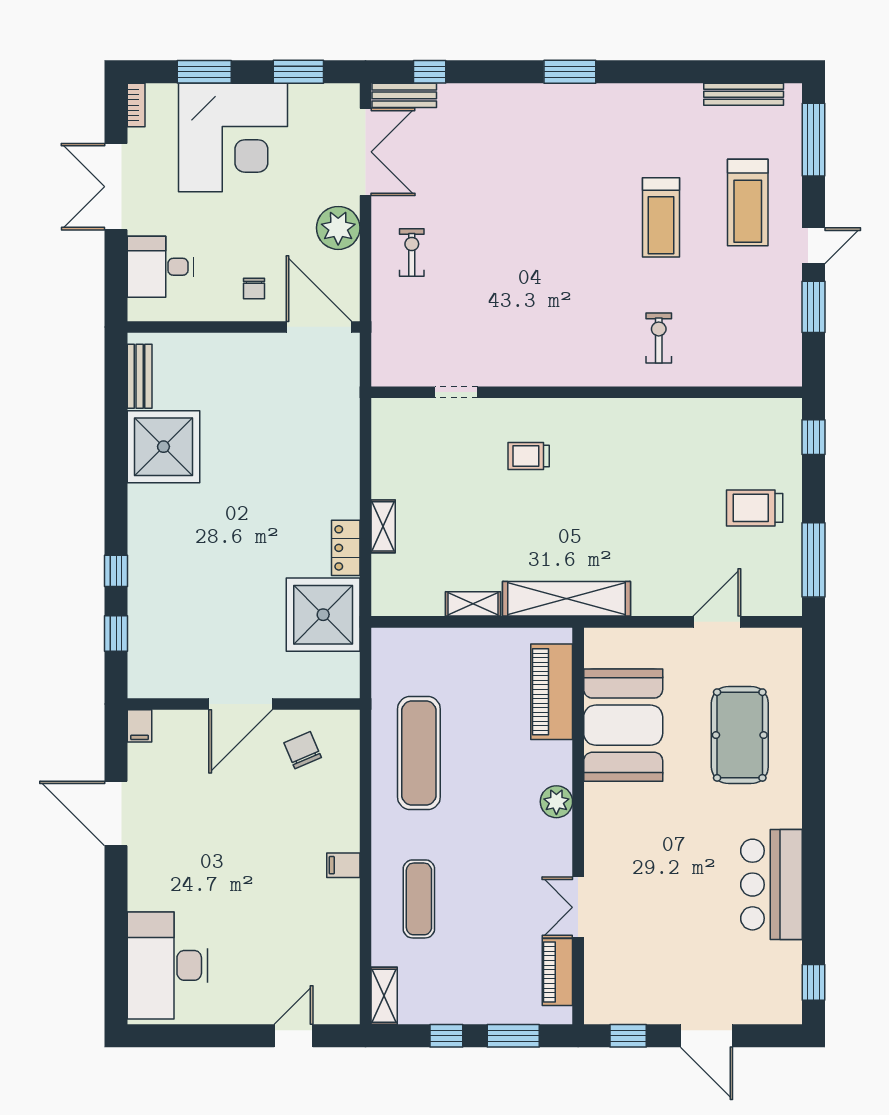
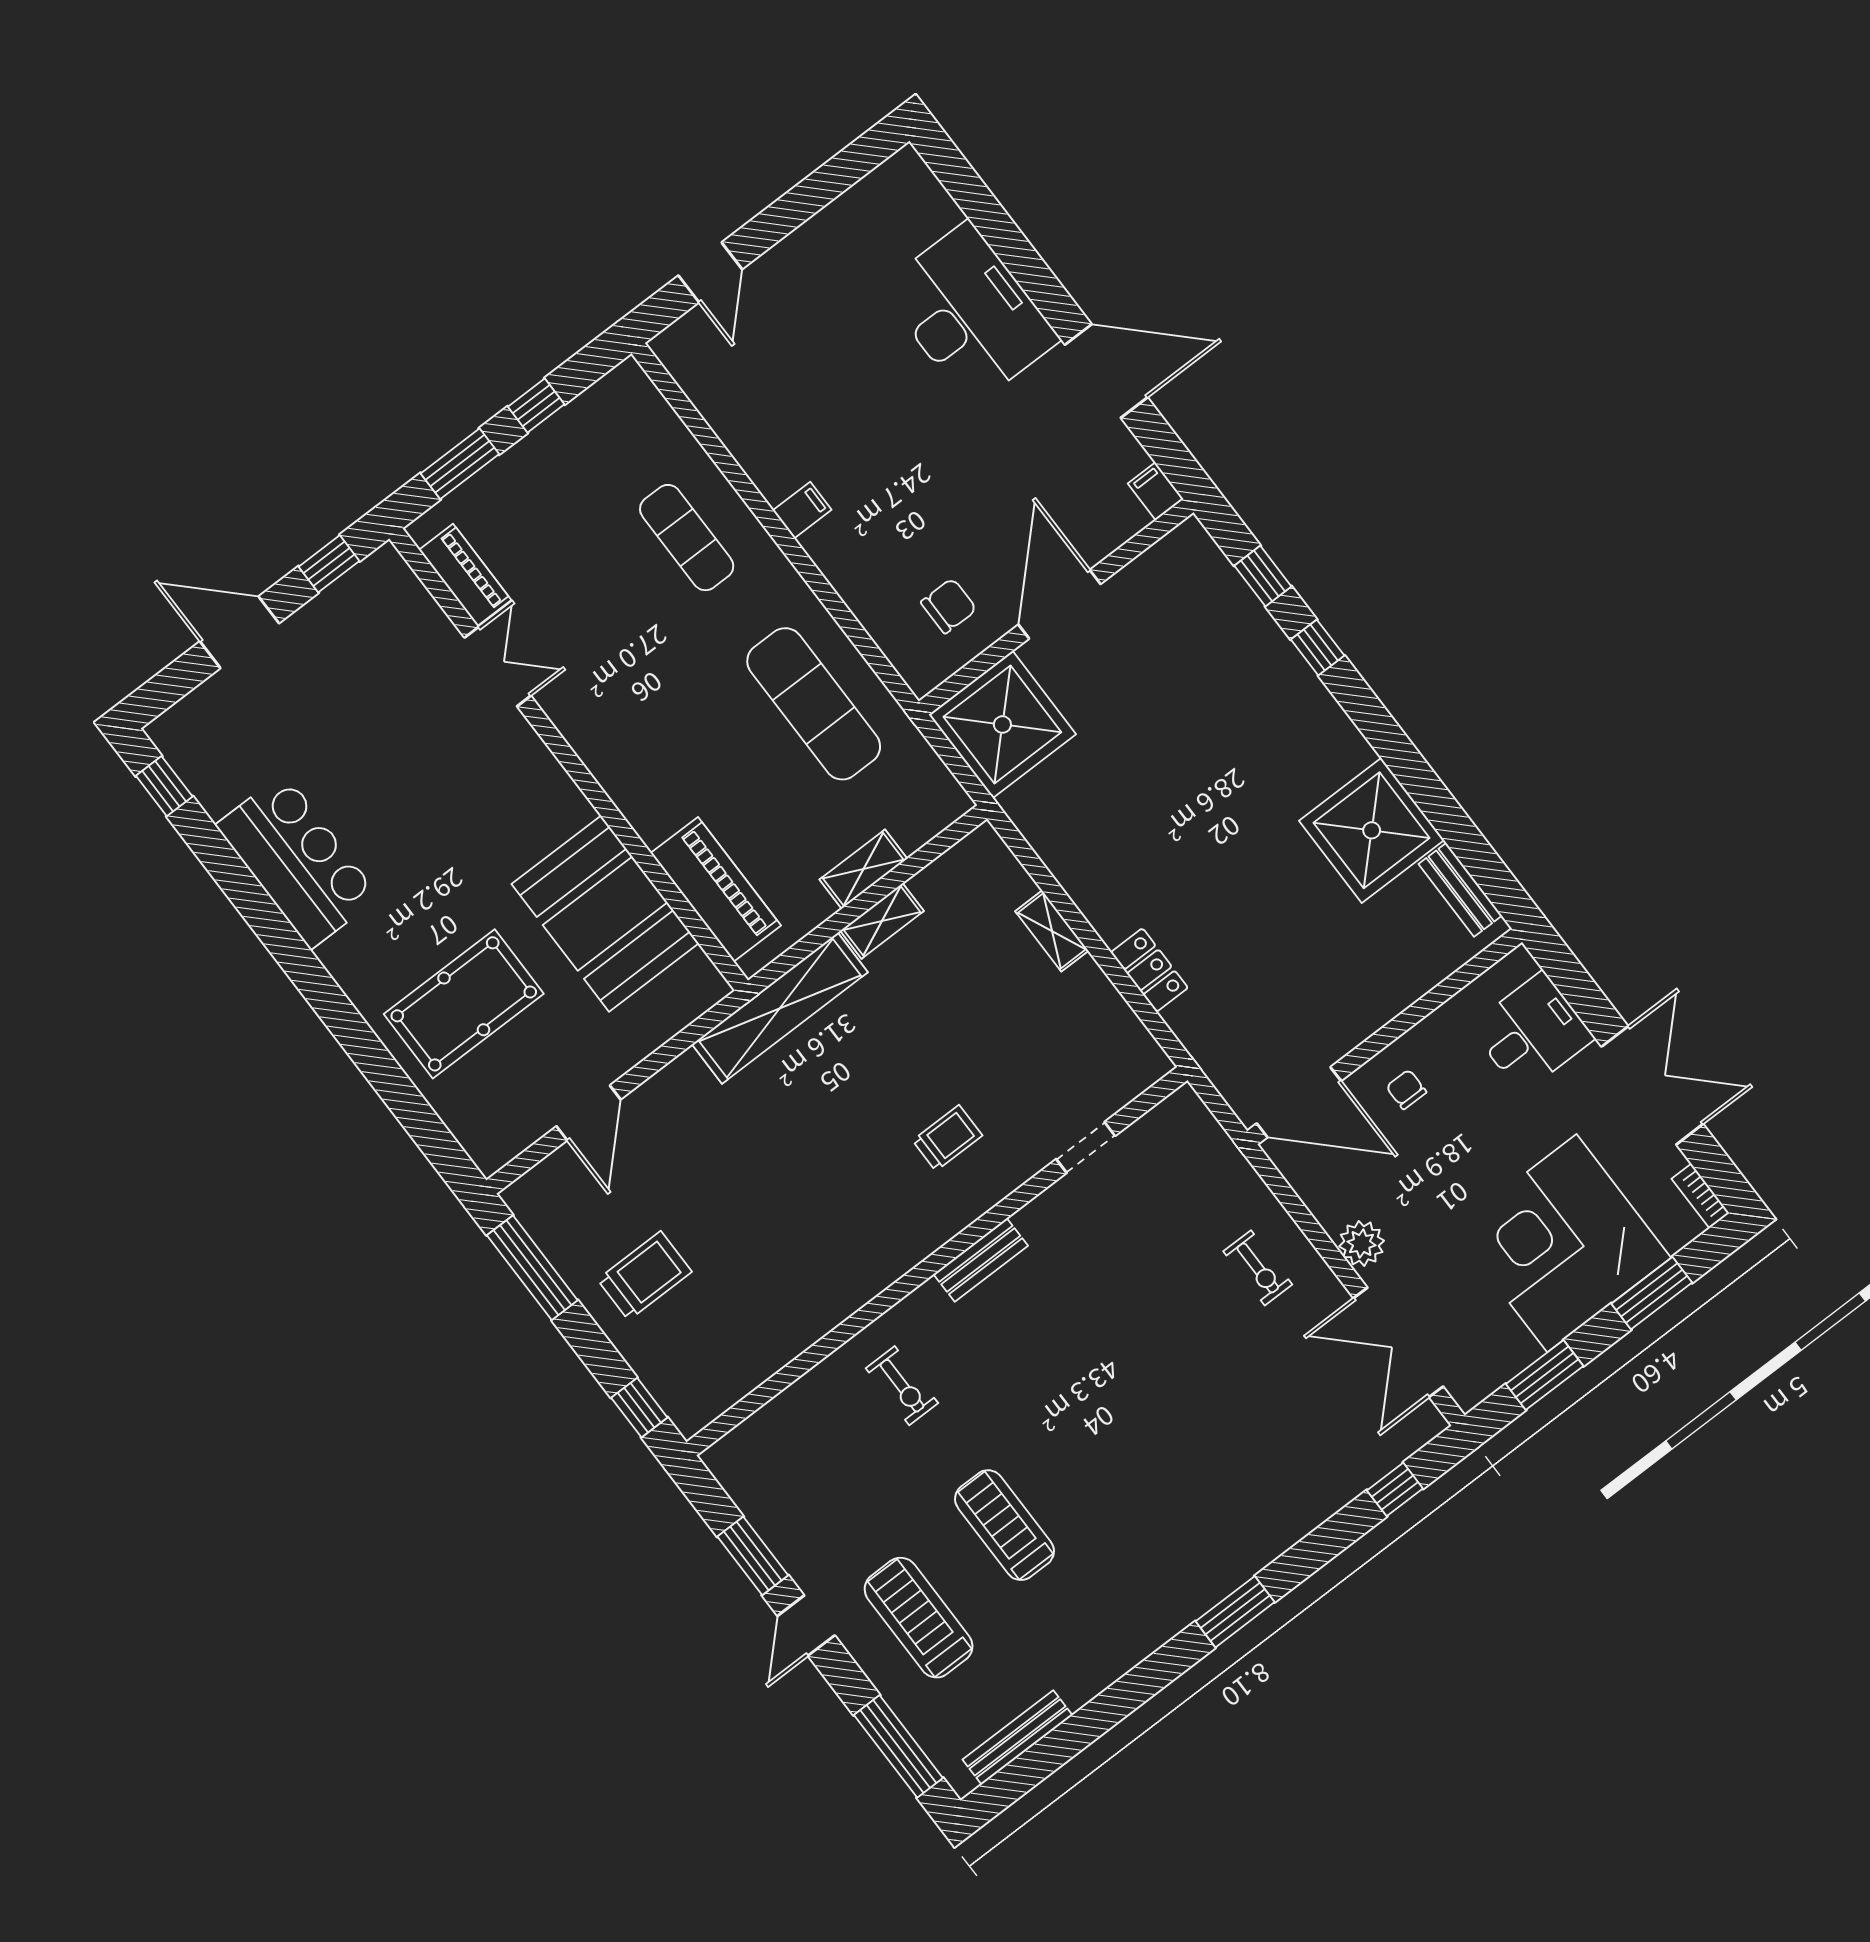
bench: (404, 95) -> (981, 1260), moved
plant: (338, 228) -> (1362, 1243), width x0.73, depth x0.73
locker: (346, 548) -> (1149, 970), moved
shower: (323, 615) -> (1002, 724), moved
pool table: (740, 735) -> (464, 1004), turned 90
chair: (303, 750) -> (949, 606), turned -67
plant: (556, 802) -> (615, 768), removed
desk: (168, 965) -> (970, 314), moved
shelving: (384, 996) -> (863, 869), moved, turned 90

